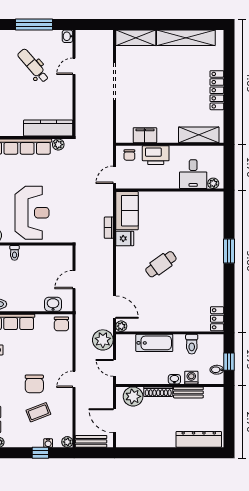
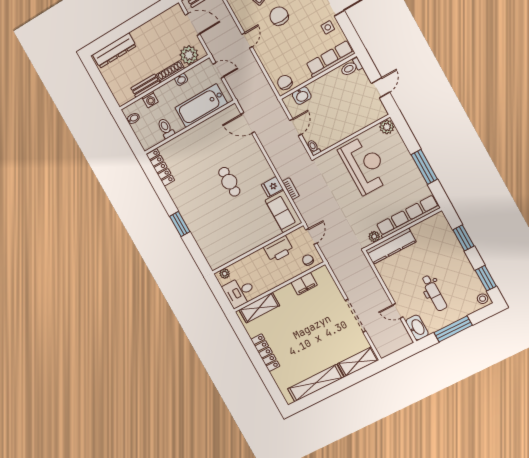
washbasin: (67, 36) -> (417, 328), width x1.91, depth x1.45
dental chair: (33, 66) -> (434, 293), turned 41
door: (74, 66) -> (398, 311), swing flipped
printer: (156, 155) -> (279, 249), moved, turned 180
desk: (193, 174) -> (239, 292), moved, turned -90
reception desk: (32, 213) -> (364, 165), turned 180
toilet: (15, 253) -> (314, 148), moved
cafe table: (161, 264) -> (229, 182), turned -54
locker: (217, 319) -> (160, 167), width x1.53
plant: (121, 326) -> (233, 110), removed
plant: (103, 340) -> (242, 89), removed
bathtub: (154, 343) -> (201, 106), width x1.36, depth x1.36
window: (229, 362) -> (127, 131), removed
washbasin: (174, 379) -> (181, 79), moved

